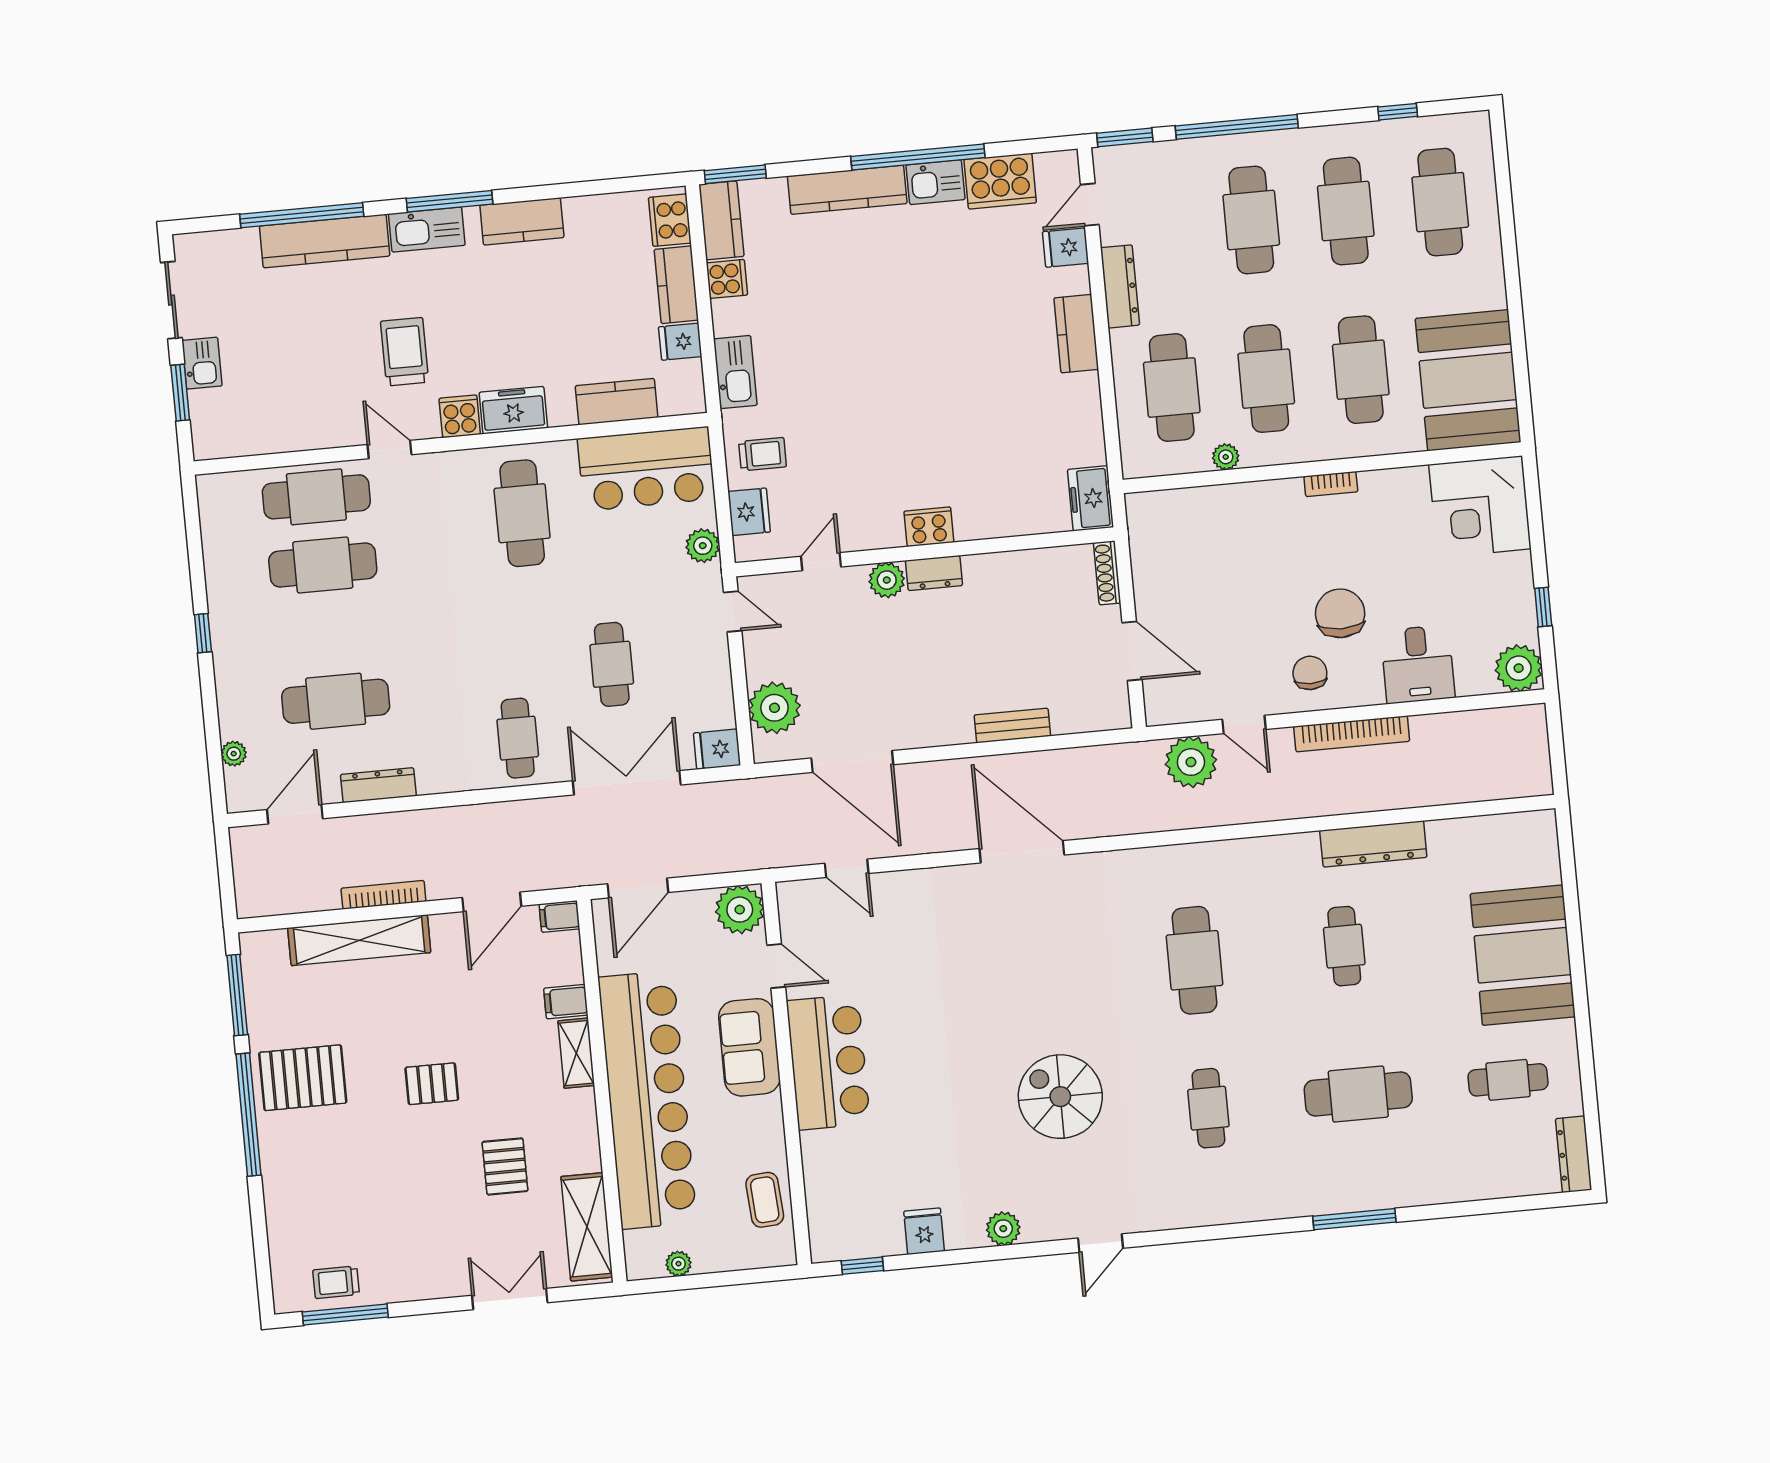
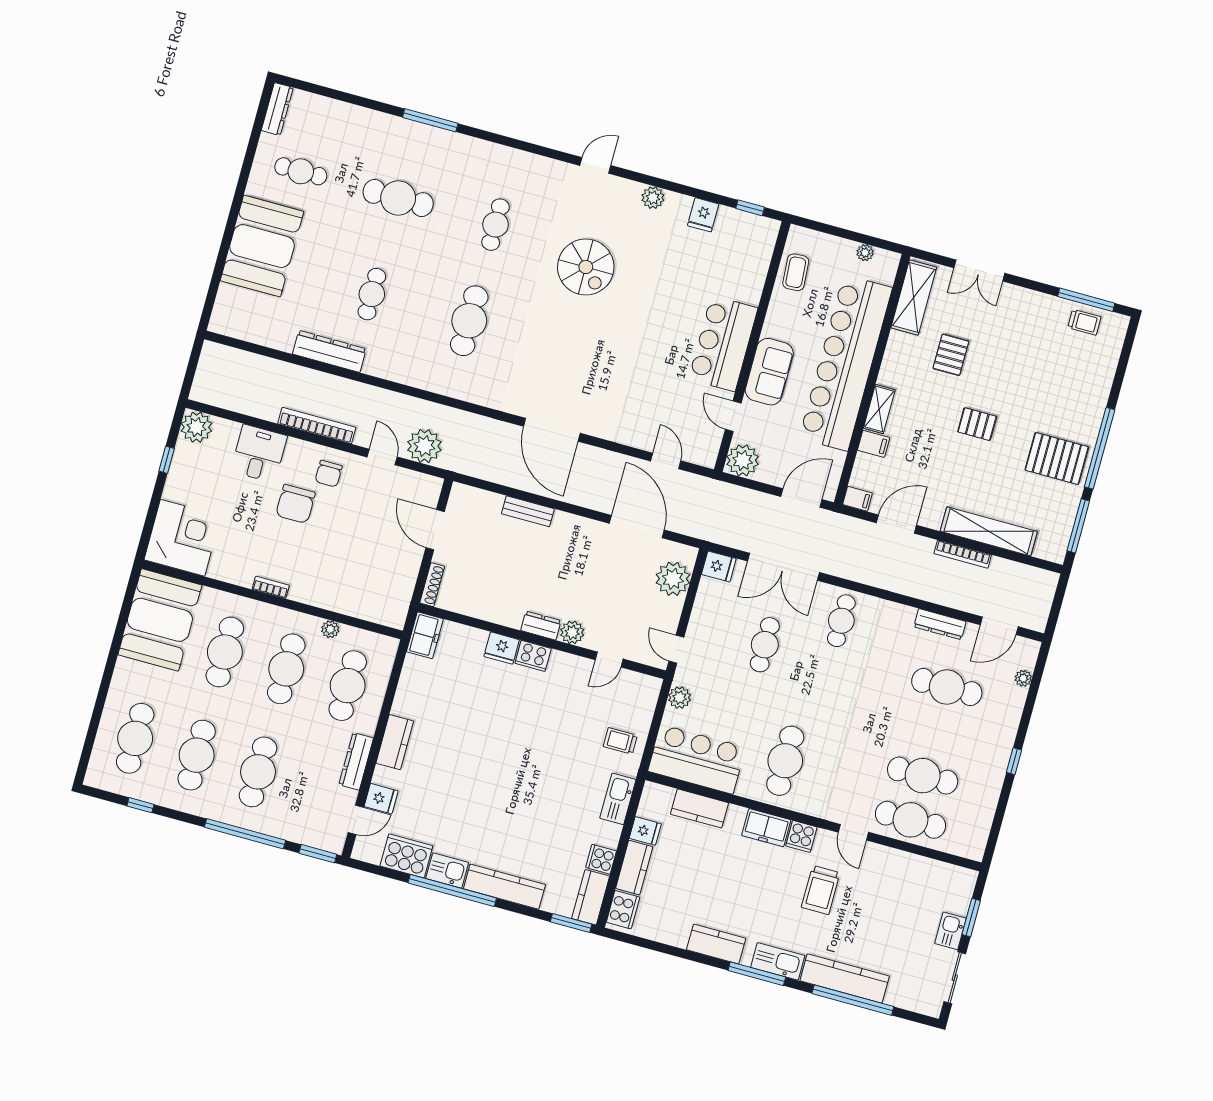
fridge: (749, 512) -> (502, 648), moved, turned -90

